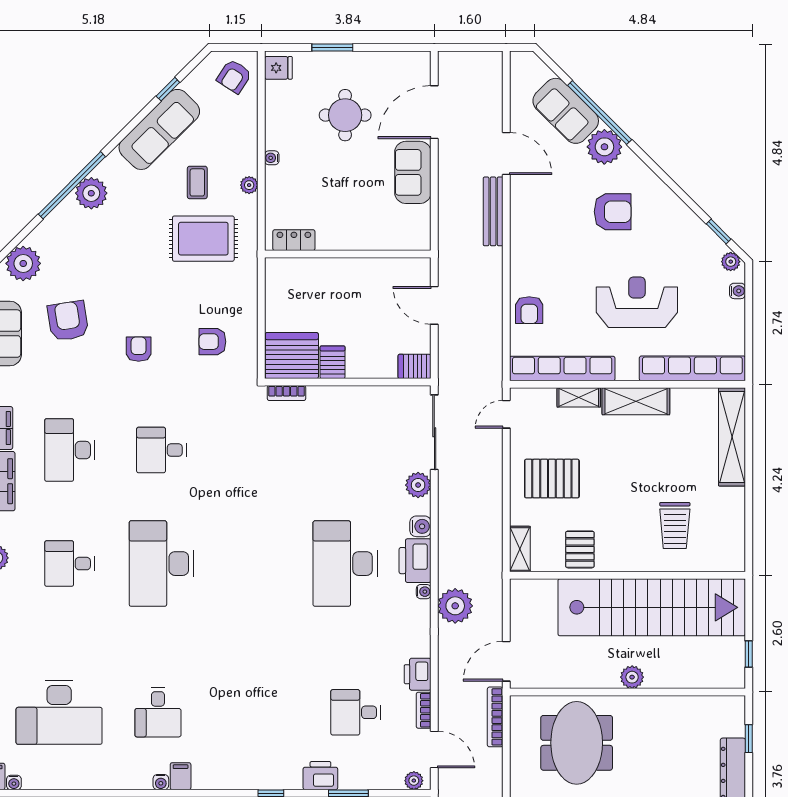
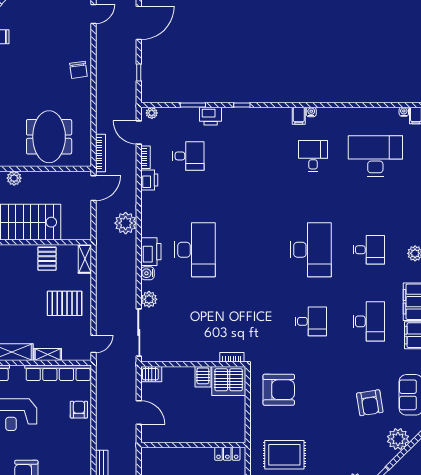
armchair: (212, 342) -> (279, 390), width x1.88, depth x1.88
armchair: (139, 349) -> (325, 385), removed
water cooler: (424, 592) -> (145, 232), removed

